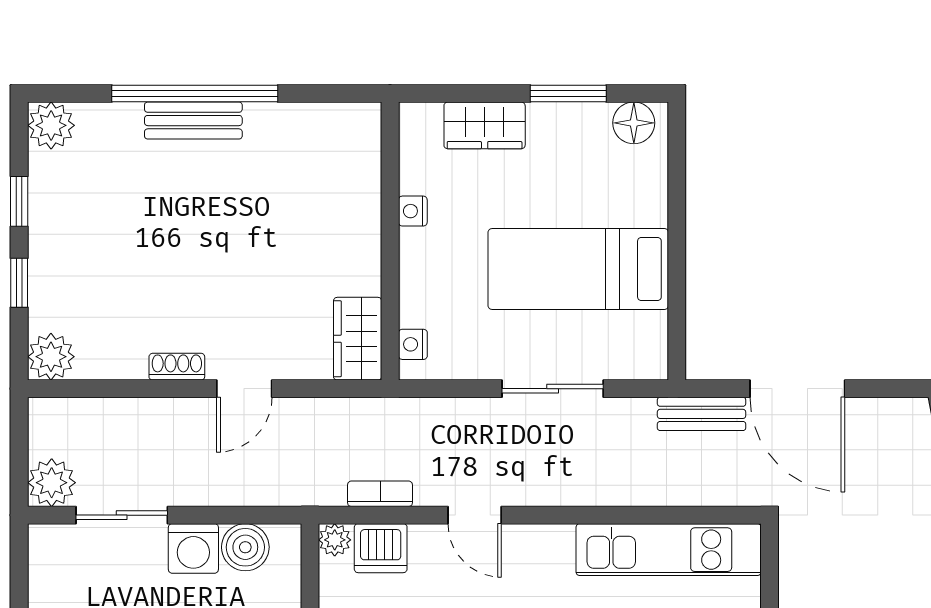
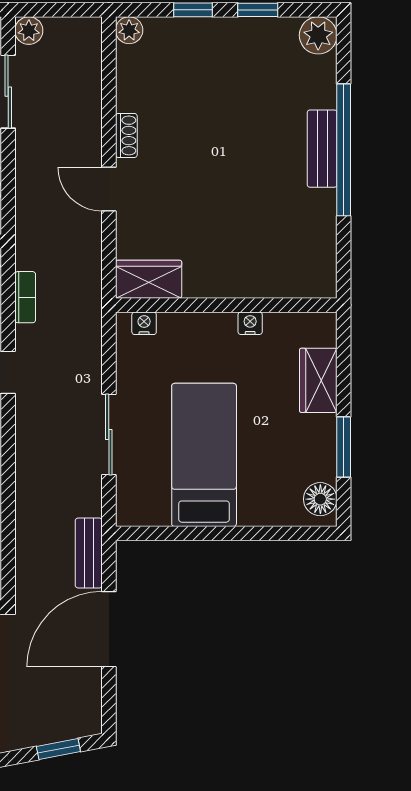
plant: (51, 357) -> (129, 30), width x0.73, depth x0.73
plant: (52, 483) -> (29, 31), width x0.73, depth x0.73

